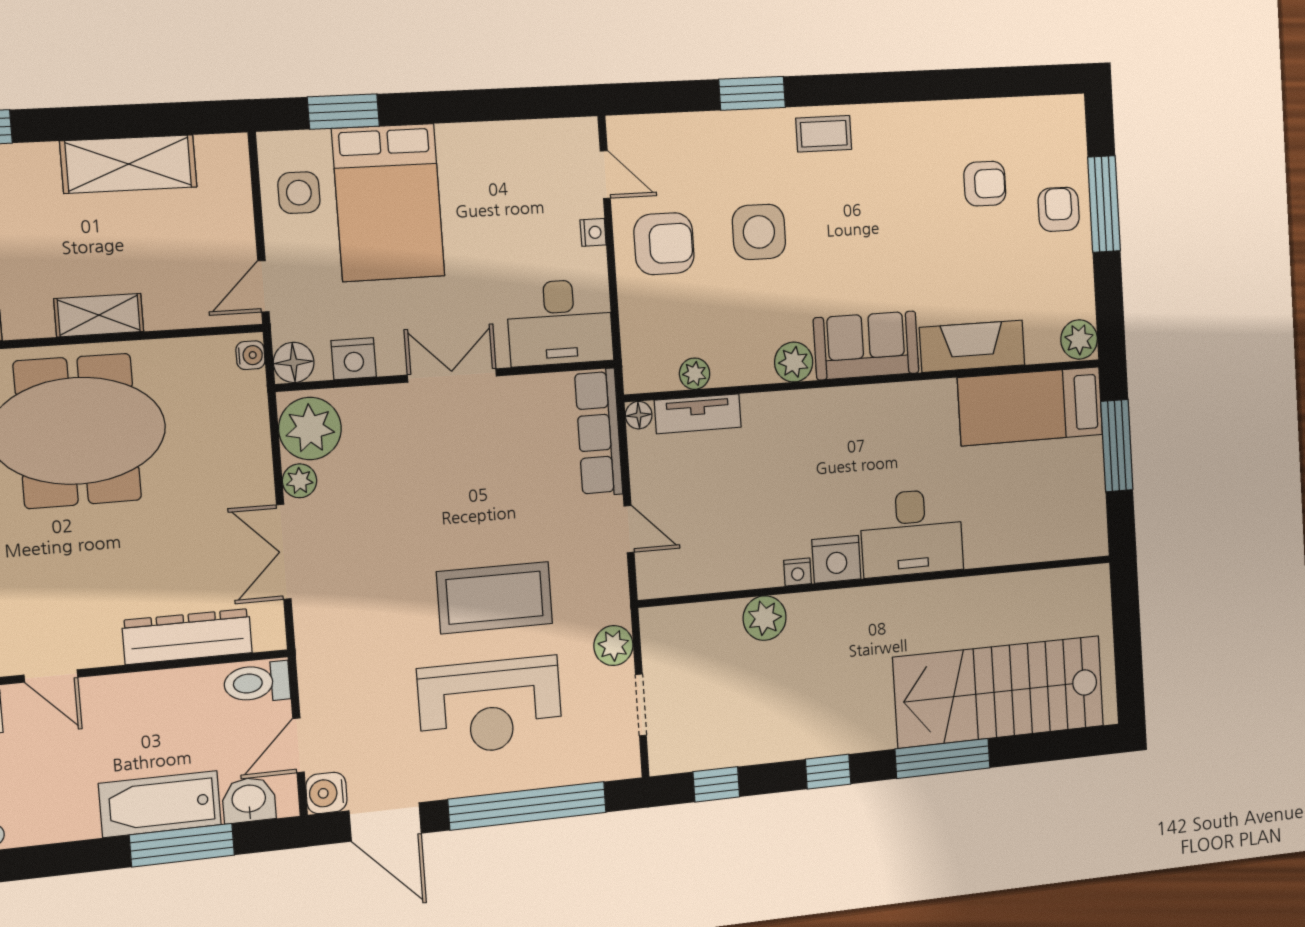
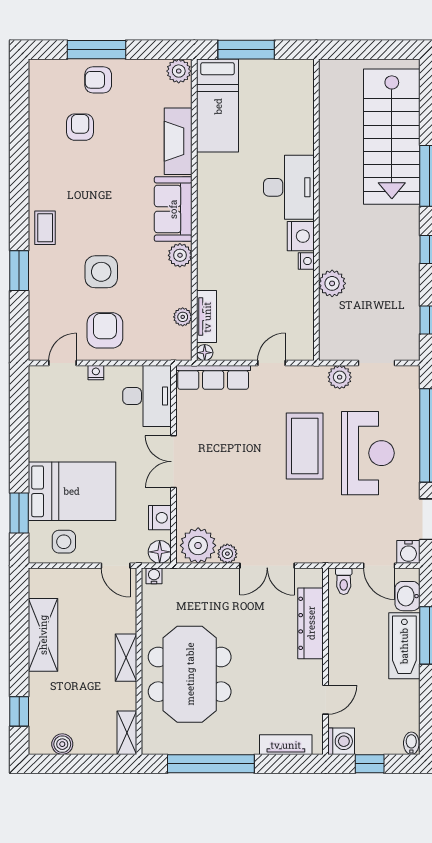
toilet: (257, 683) -> (344, 581), width x0.73, depth x0.72

